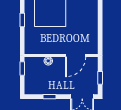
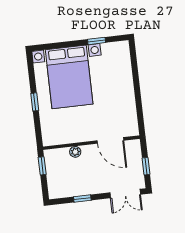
door: (76, 55) -> (110, 140), hinge flipped

